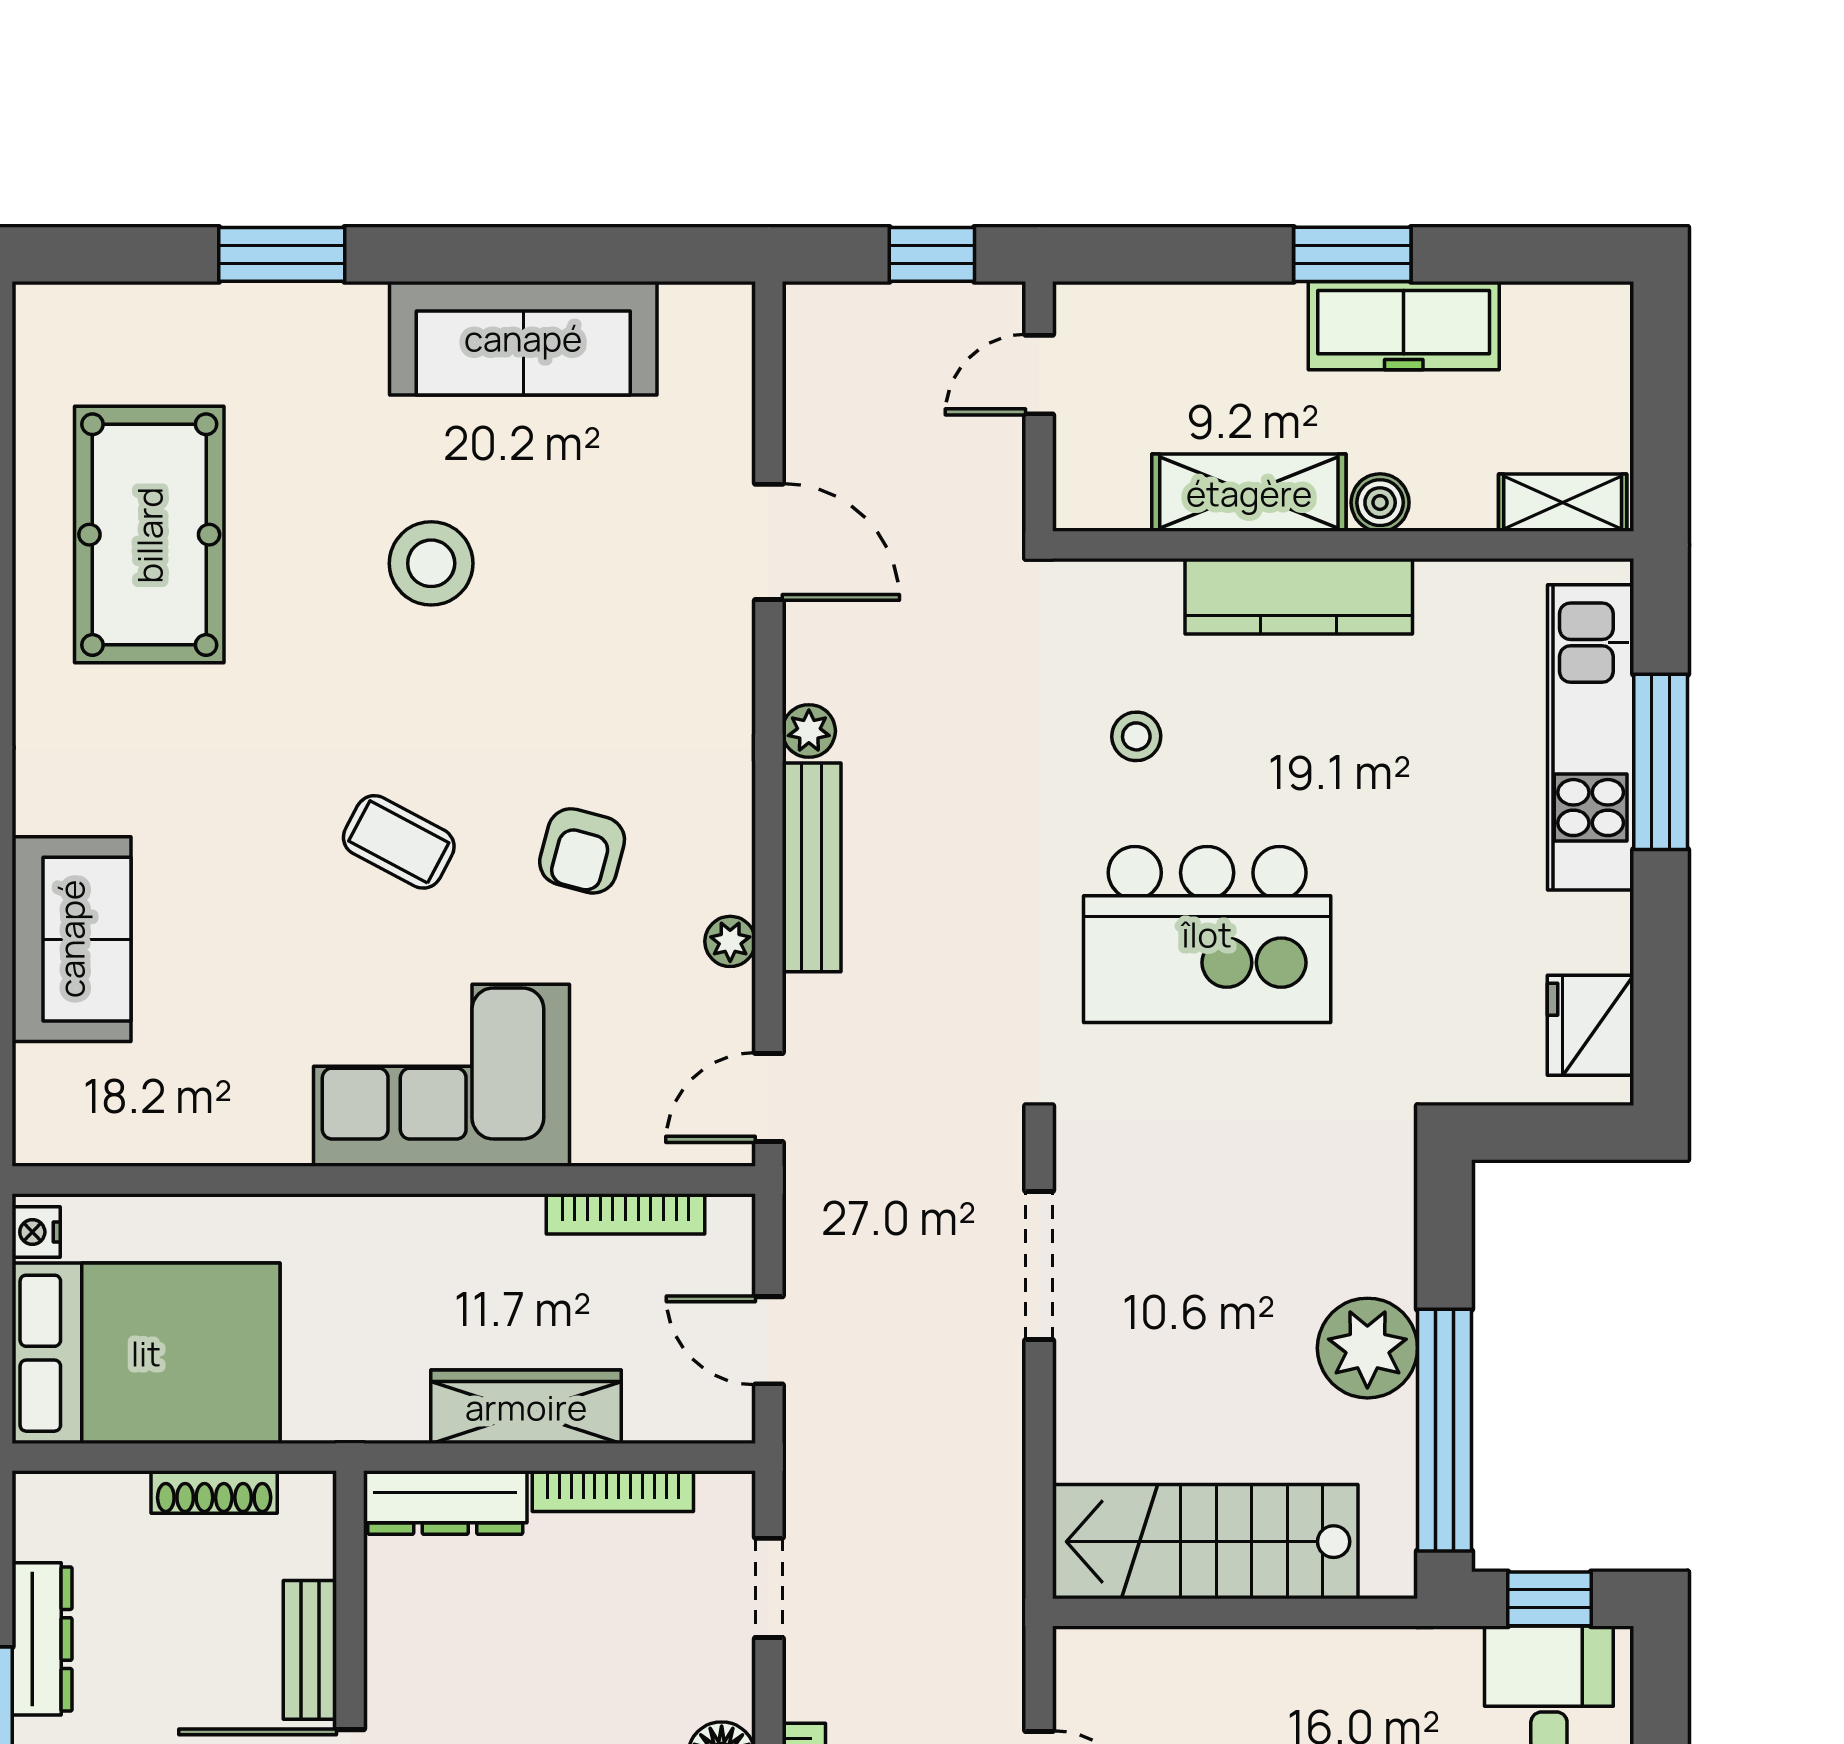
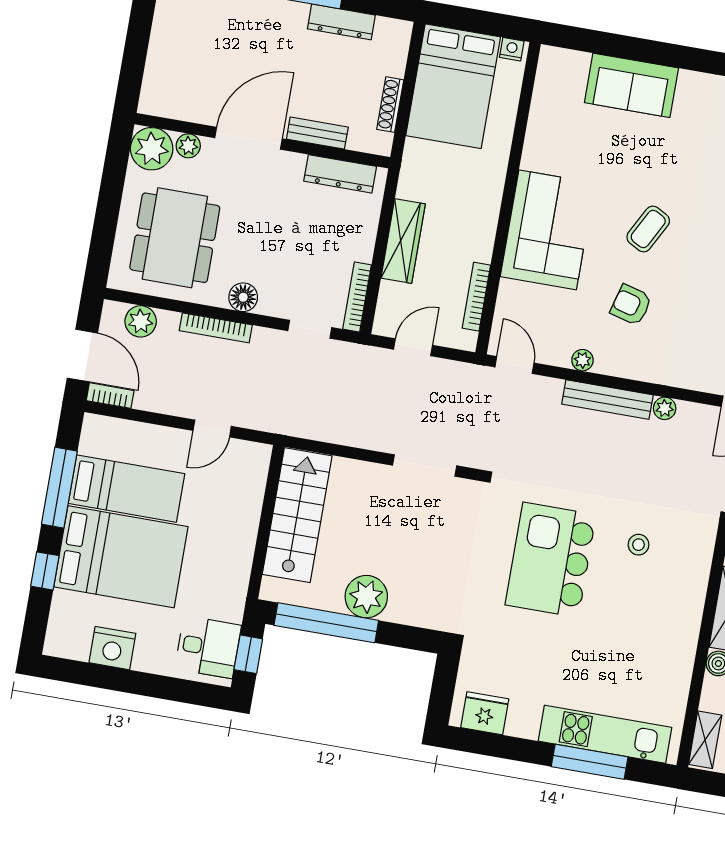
kitchen counter: (1299, 596) -> (685, 623), removed
bookcase: (613, 1491) -> (357, 297), moved
dresser: (445, 1502) -> (340, 174), moved, turned -90

